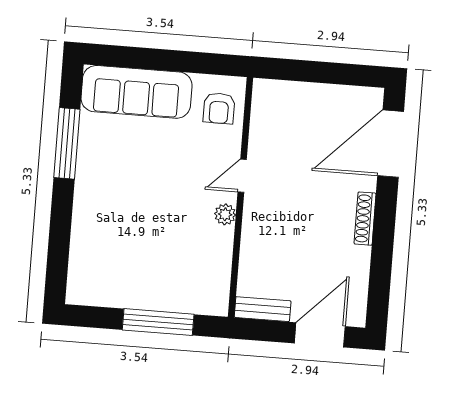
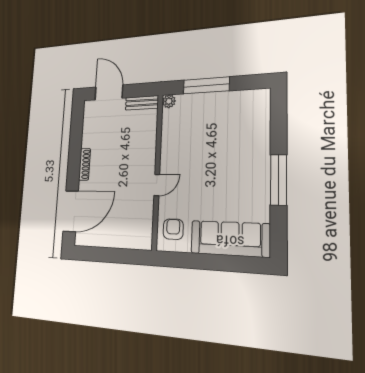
window: (67, 143) -> (279, 180), moved
plant: (225, 214) -> (169, 101), moved
door: (320, 335) -> (109, 92), swing flipped

